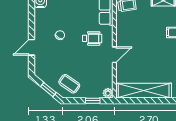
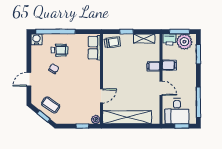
wheelchair: (92, 38) -> (60, 50), moved
door: (114, 55) -> (101, 96), moved
coffee table: (69, 84) -> (51, 105), moved

